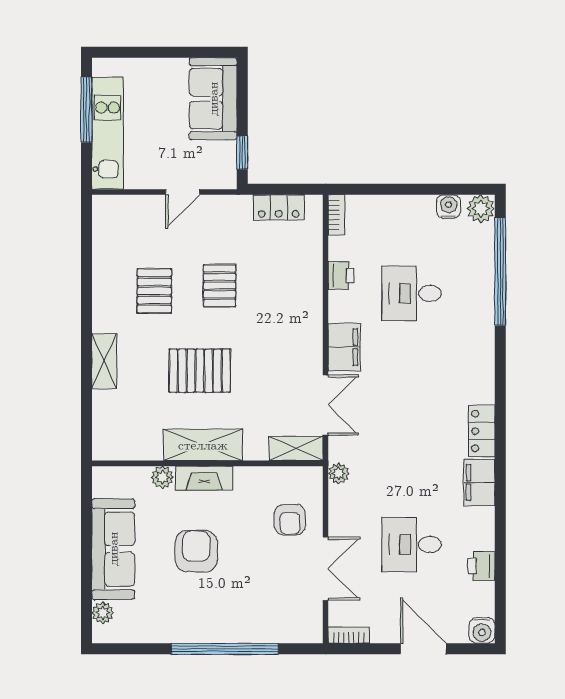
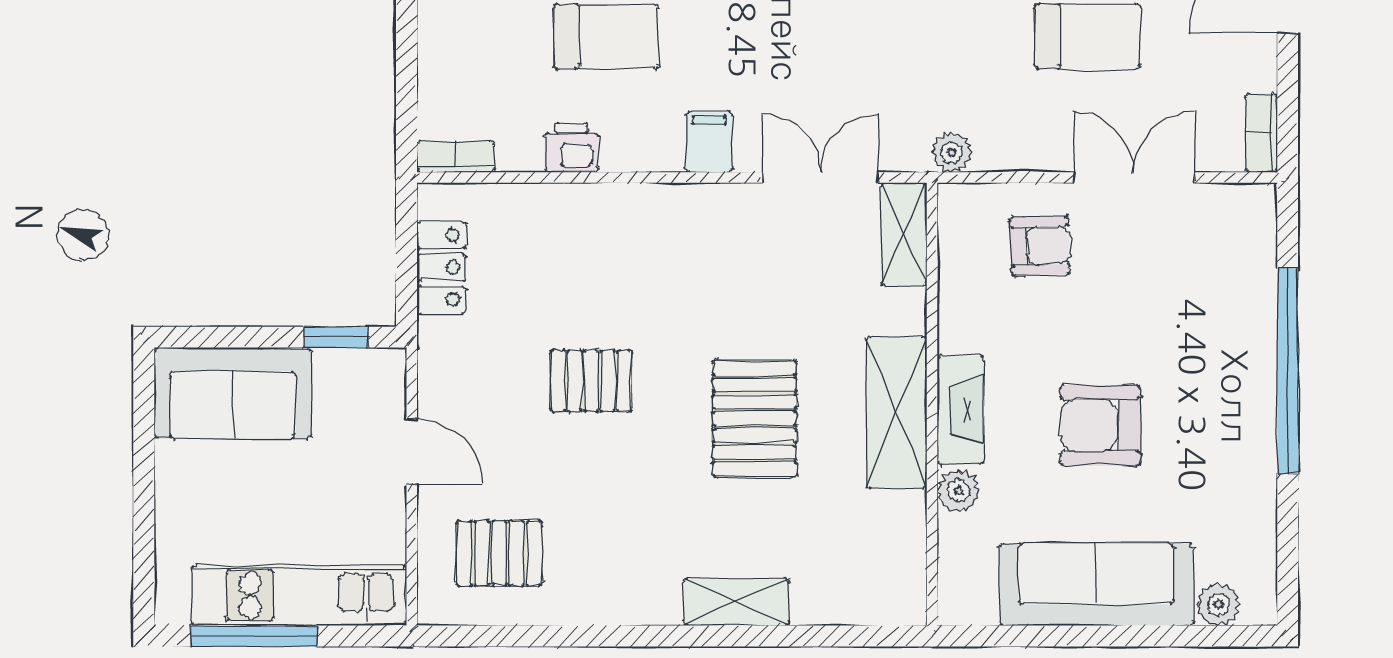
pallet: (154, 291) -> (499, 553), moved
filing cabinet: (344, 347) -> (709, 142), width x0.50

